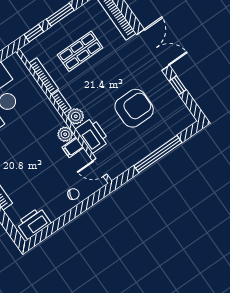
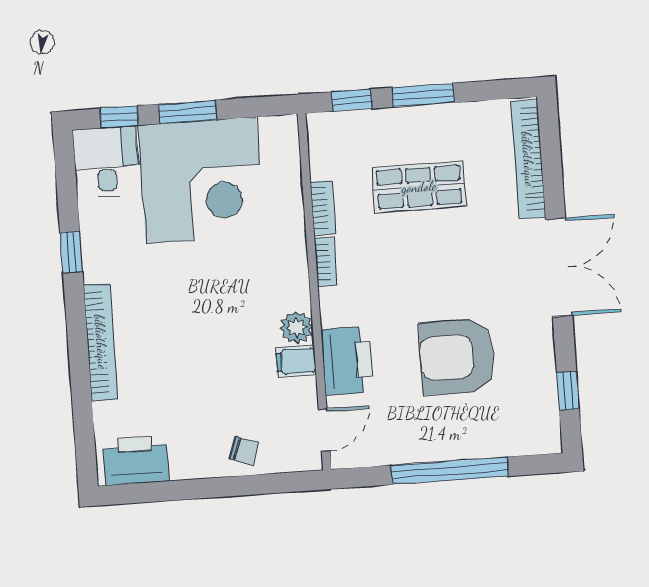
bookcase: (44, 76) -> (323, 208), width x0.64
window: (178, 85) -> (568, 391), moved
armchair: (134, 108) -> (457, 357), turned 180
plant: (76, 116) -> (337, 306), removed
door: (100, 167) -> (324, 430), swing flipped

